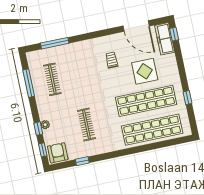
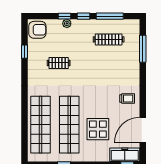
trolley: (112, 60) -> (127, 99), moved
clothes rail: (87, 125) -> (59, 63), width x0.73
window: (43, 150) -> (84, 16), moved

